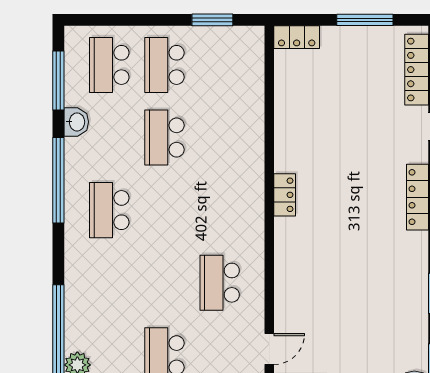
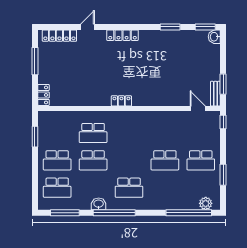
washbasin: (76, 122) -> (99, 204), moved
school desk: (220, 138) -> (93, 133), added
school desk: (220, 283) -> (165, 160), moved

